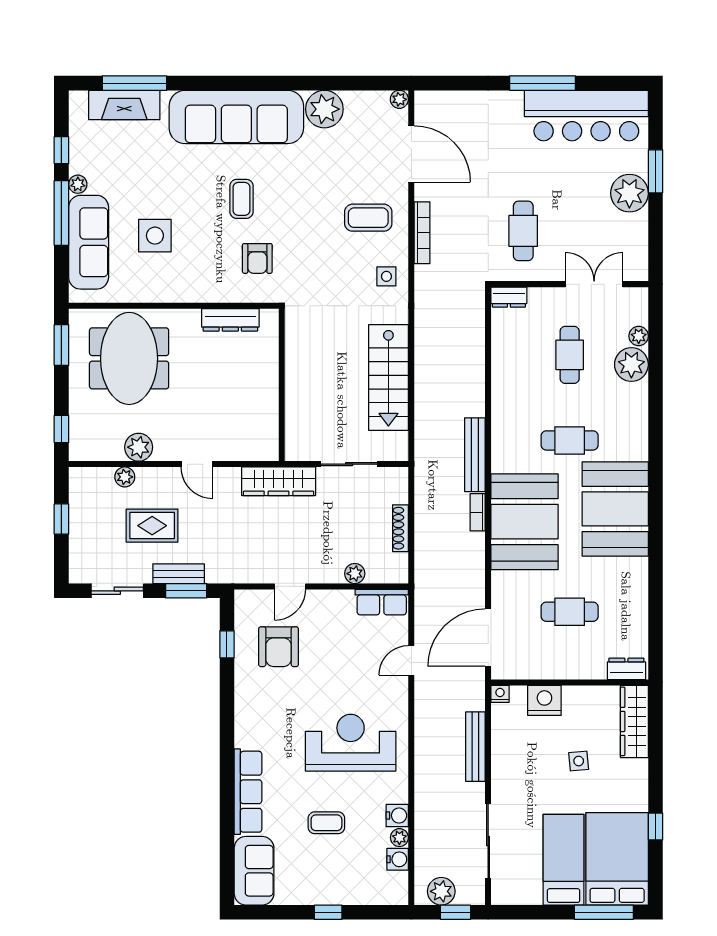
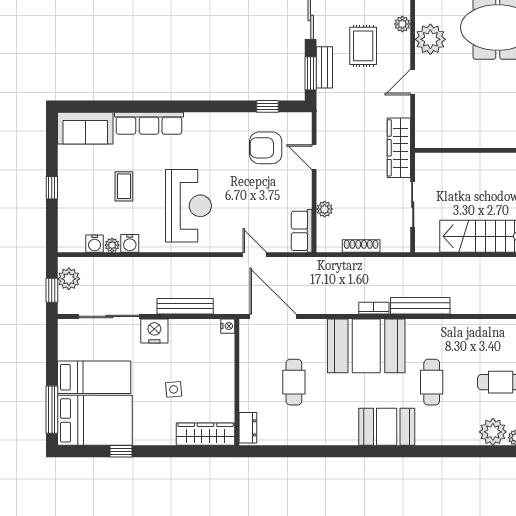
plant: (139, 447) -> (430, 39), width x1.36, depth x1.36
booth: (615, 509) -> (387, 427), width x0.73, depth x0.70
nightstand: (544, 700) -> (154, 331), moved, turned -90

